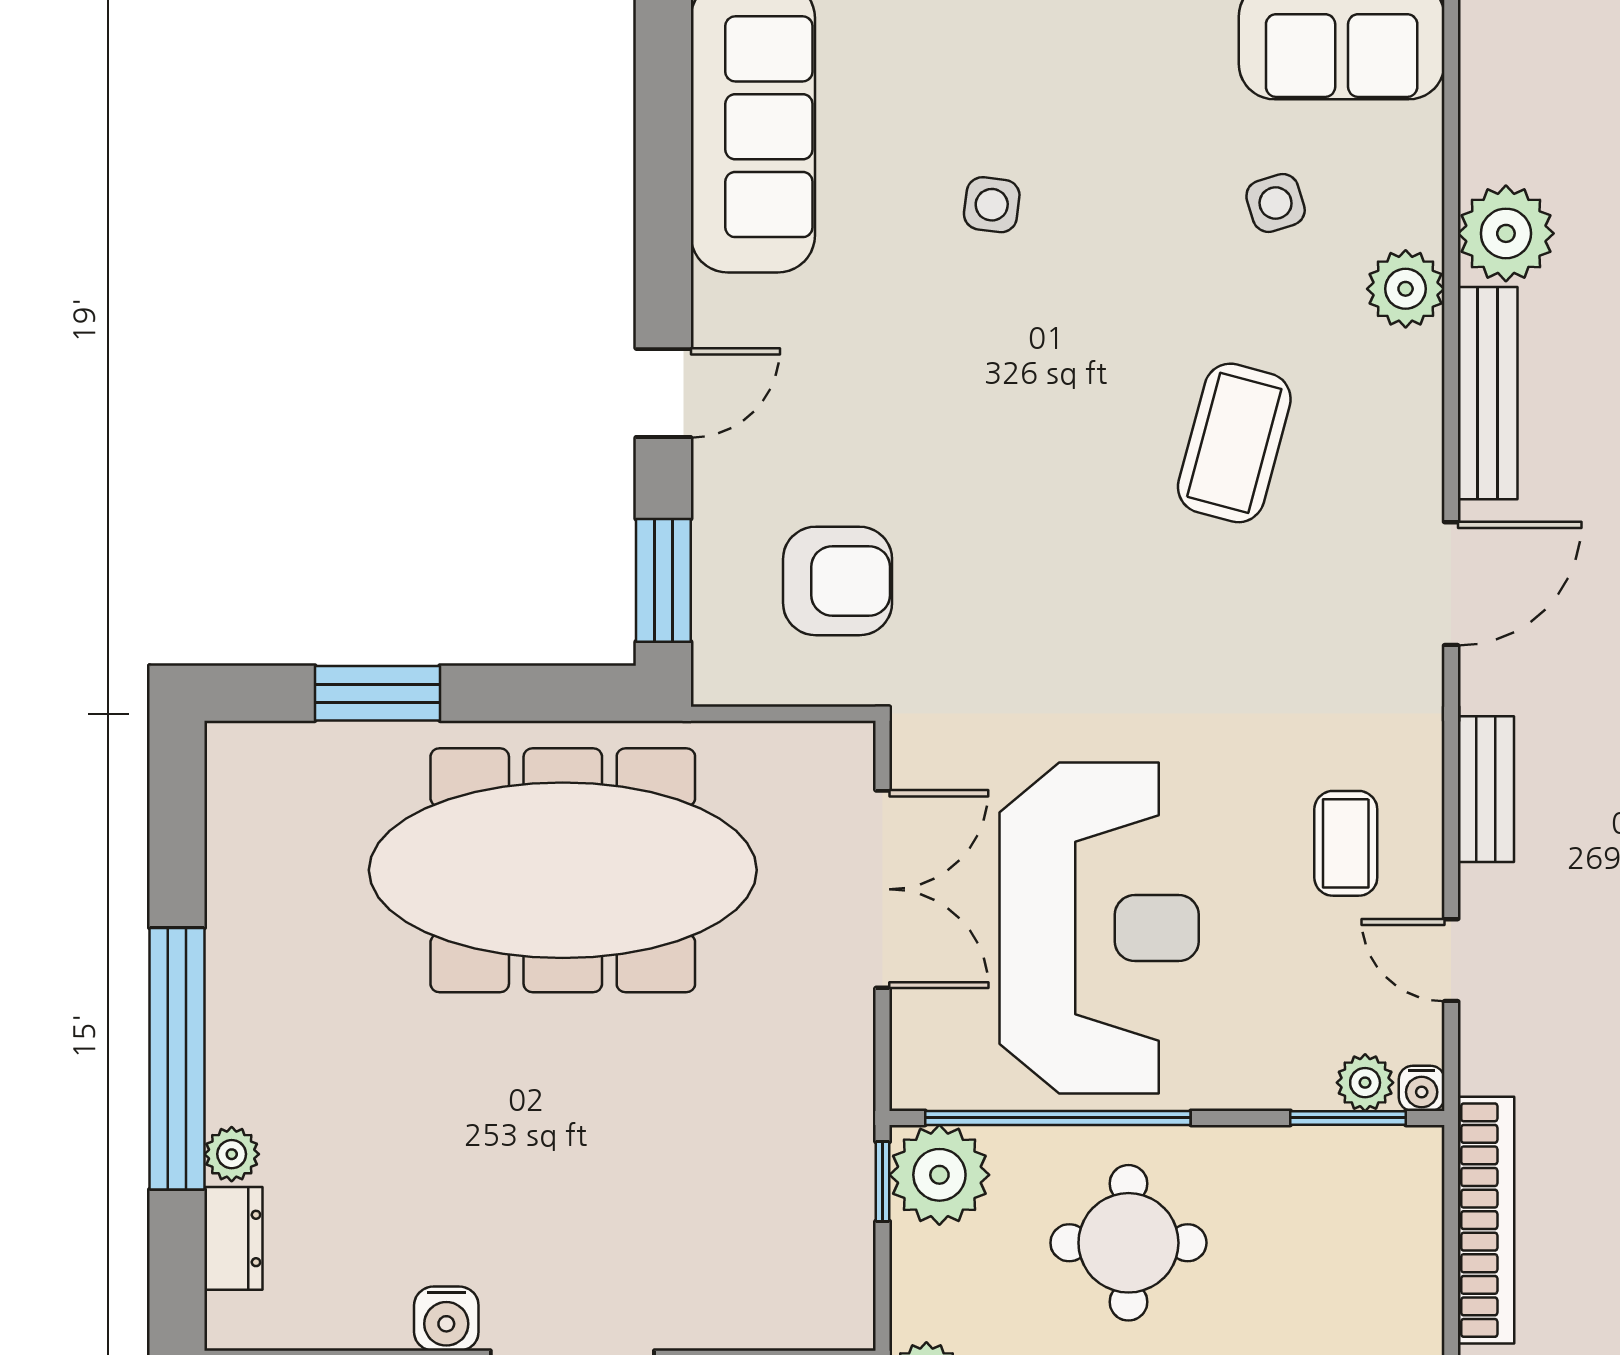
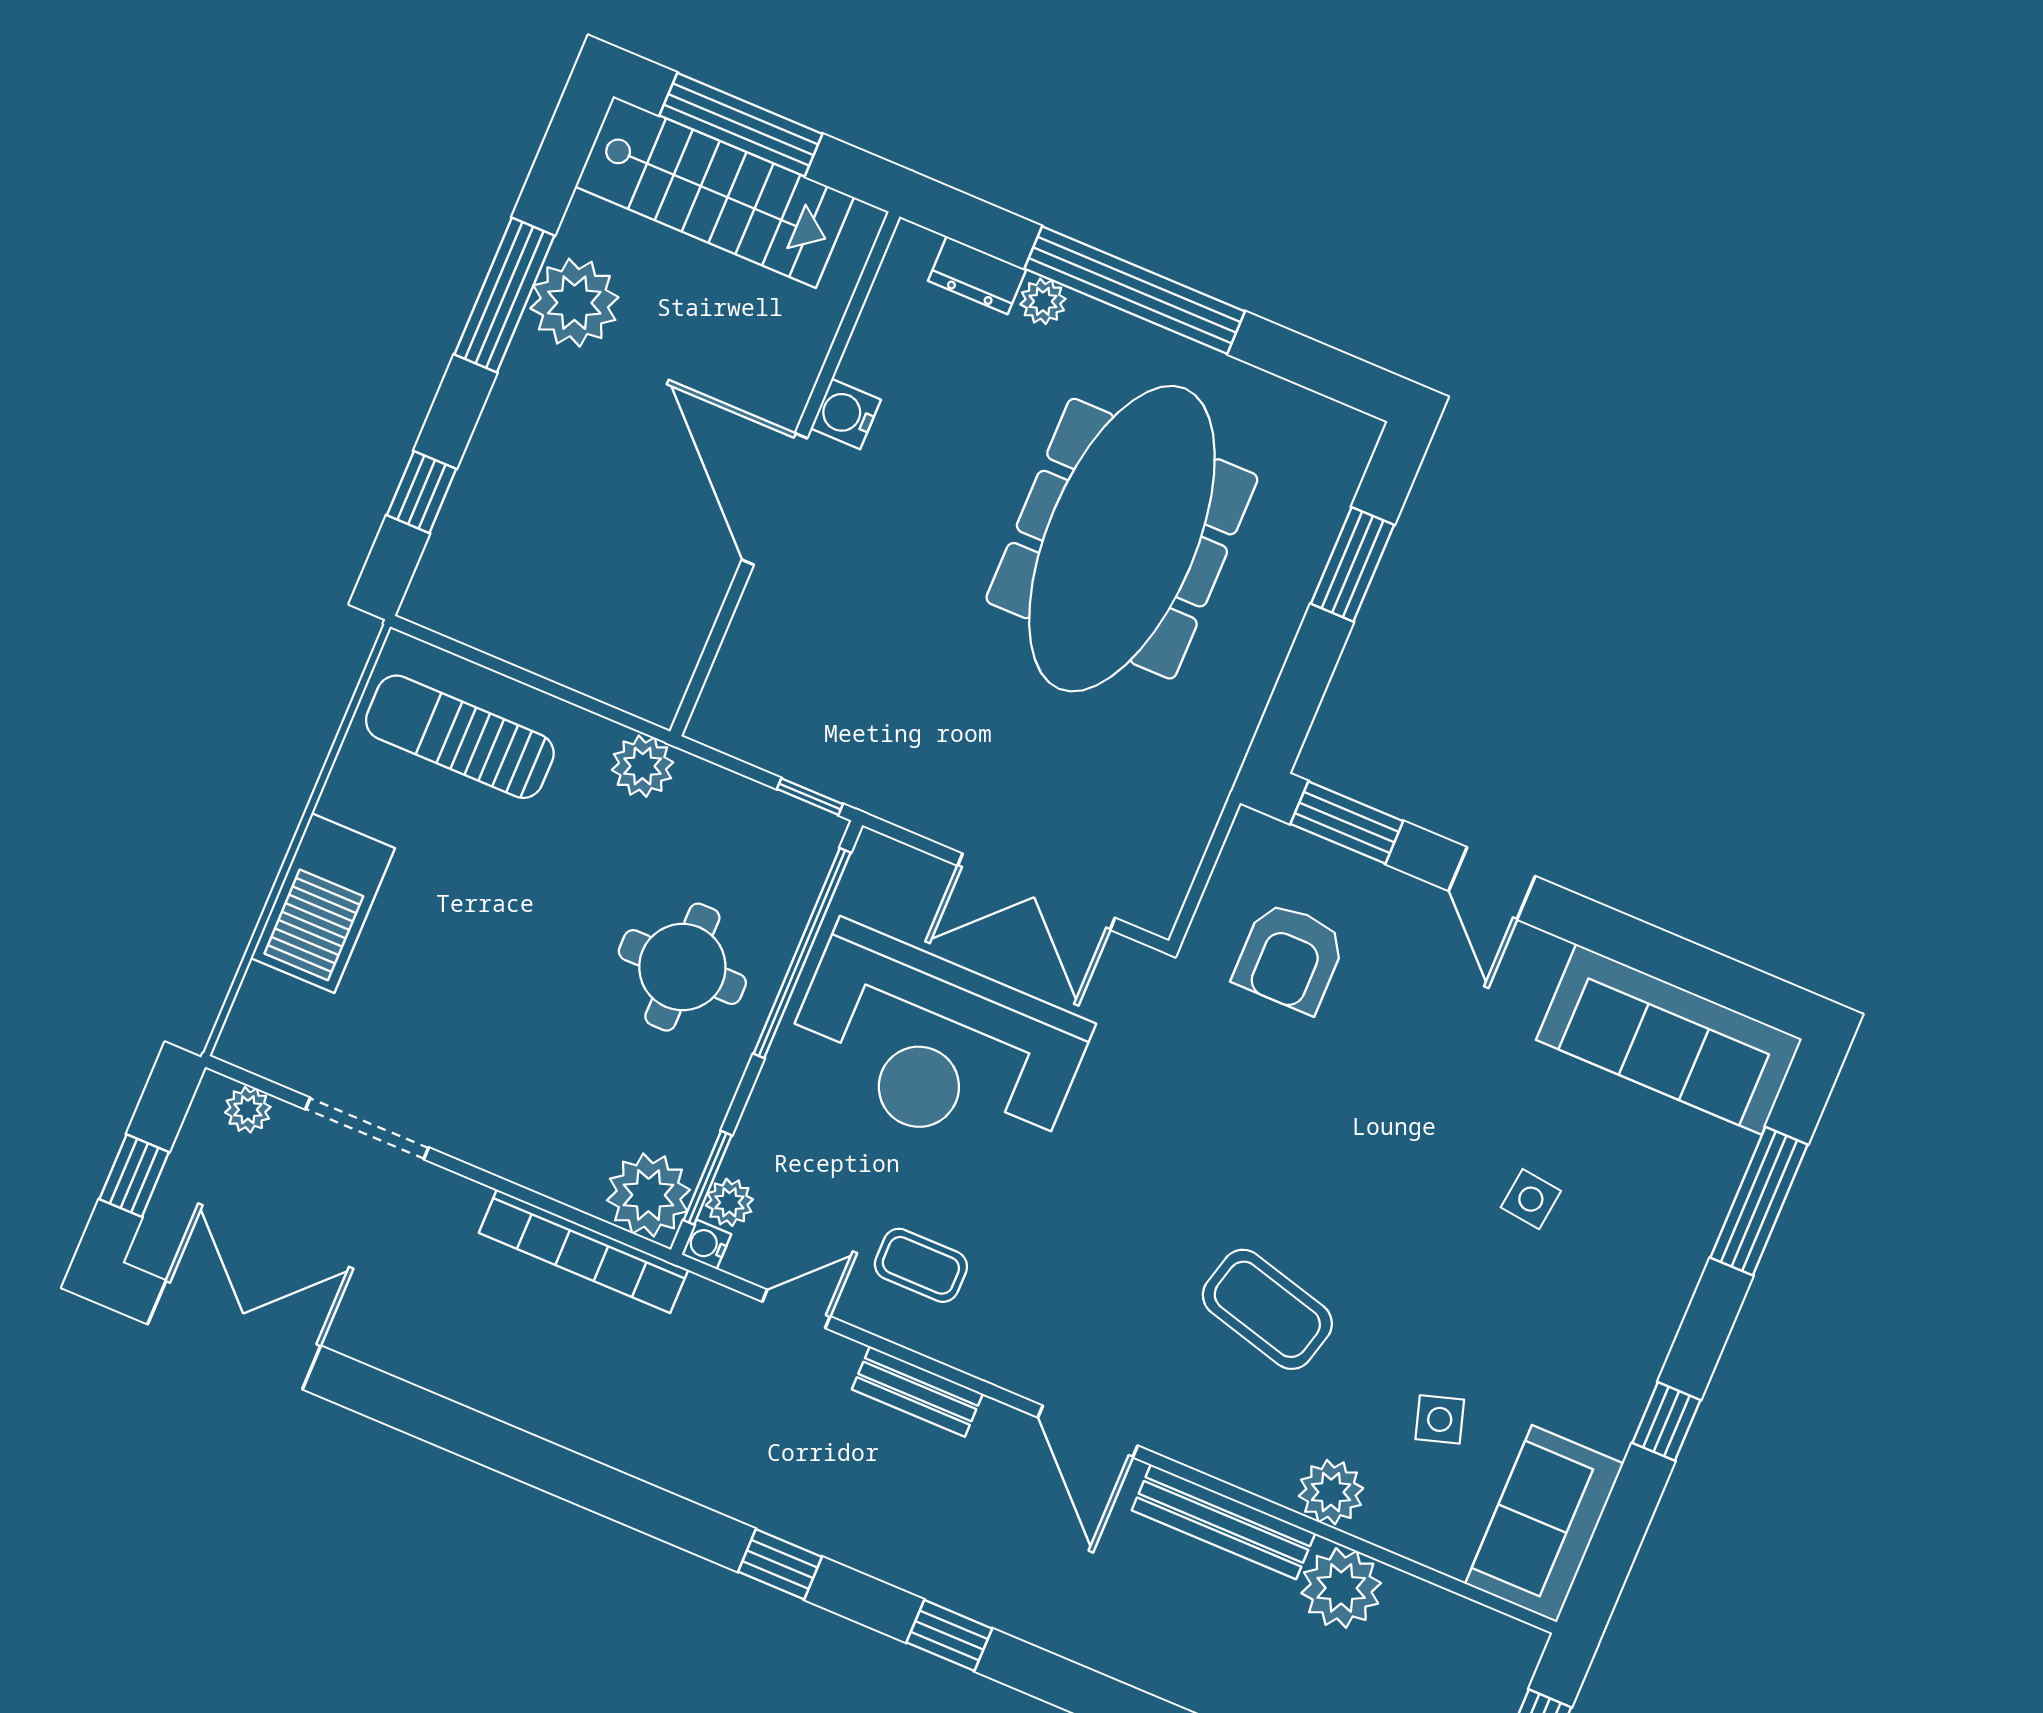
meeting table: (563, 870) -> (1122, 539), moved
plant: (939, 1175) -> (649, 1195), moved

